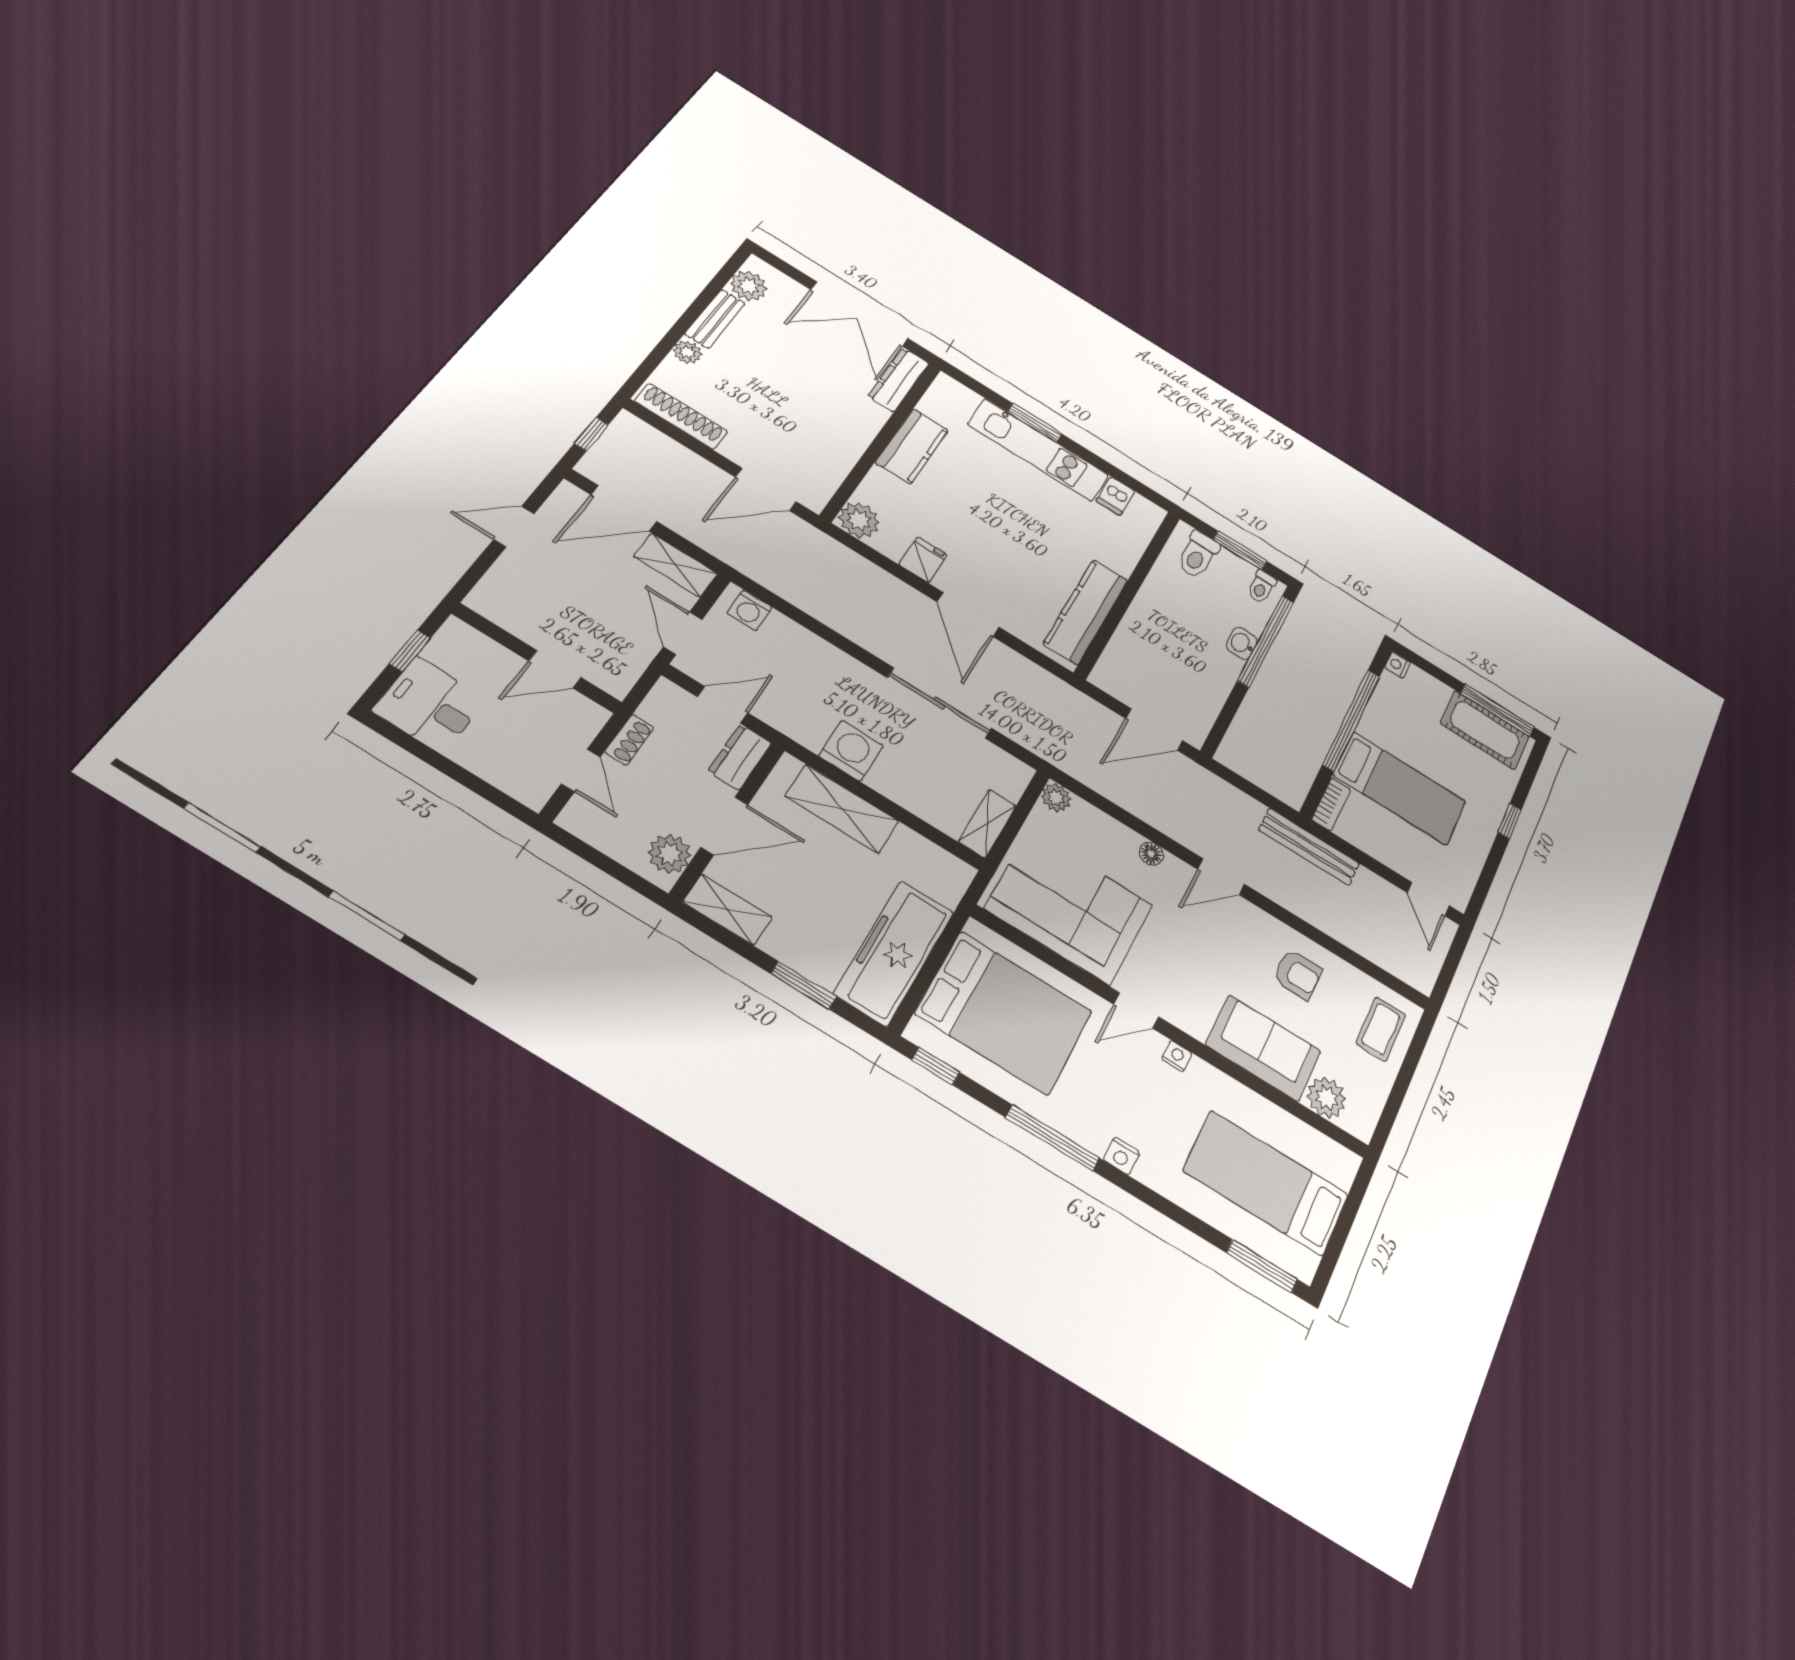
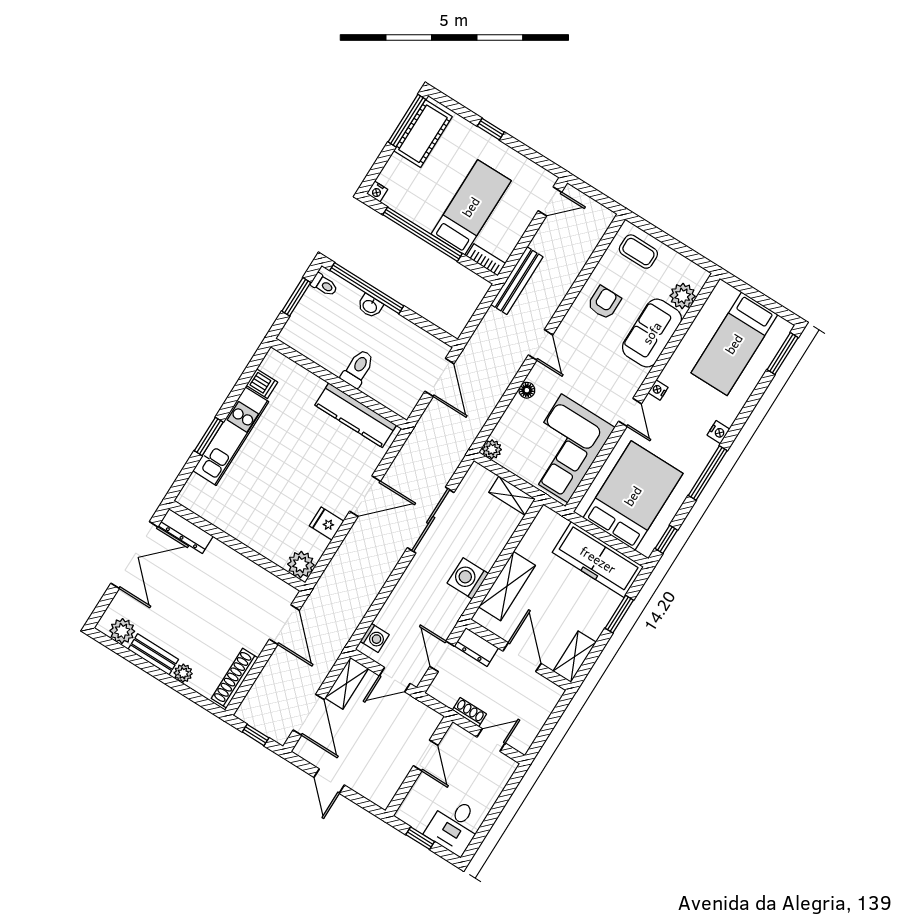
kitchen counter: (912, 446) -> (239, 525), removed
toilet: (1198, 555) -> (358, 369), moved, turned -90
plant: (669, 854) -> (541, 689), removed

